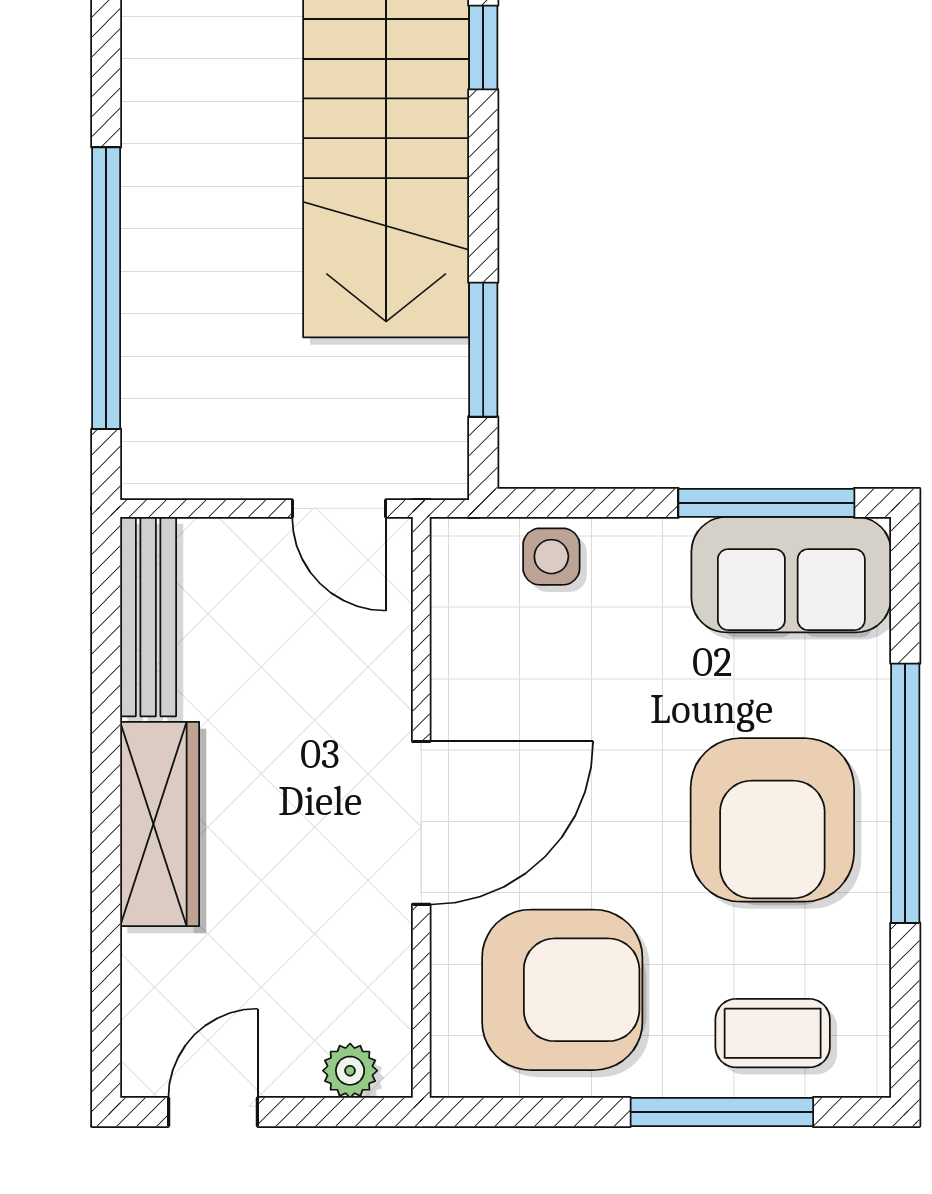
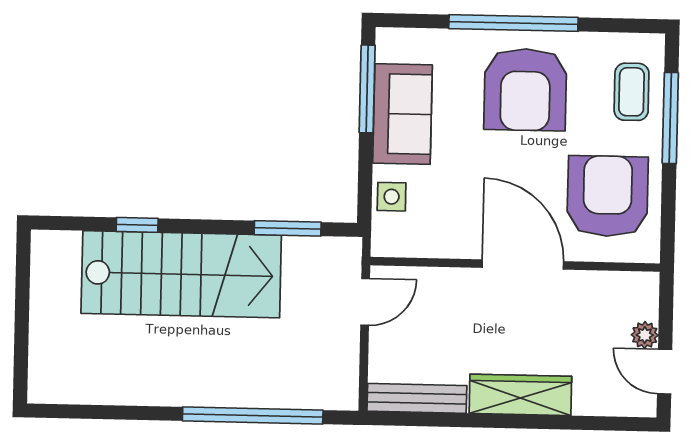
sofa: (791, 575) -> (402, 114), moved
armchair: (772, 820) -> (525, 90), turned 90
plant: (350, 1071) -> (645, 335), moved

